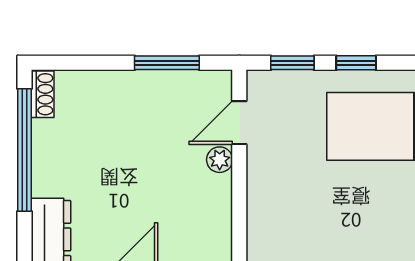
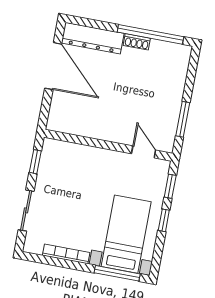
shoe rack: (43, 94) -> (137, 42), moved
plant: (220, 160) -> (126, 138), removed

